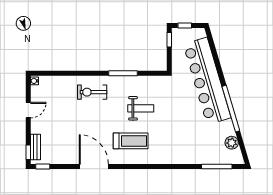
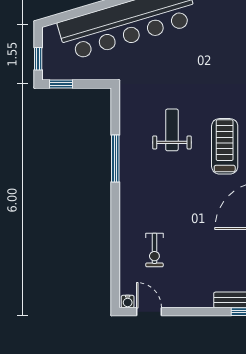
exercise bike: (92, 92) -> (154, 250), moved, width x0.73, depth x0.72
door: (28, 110) -> (149, 312), moved

